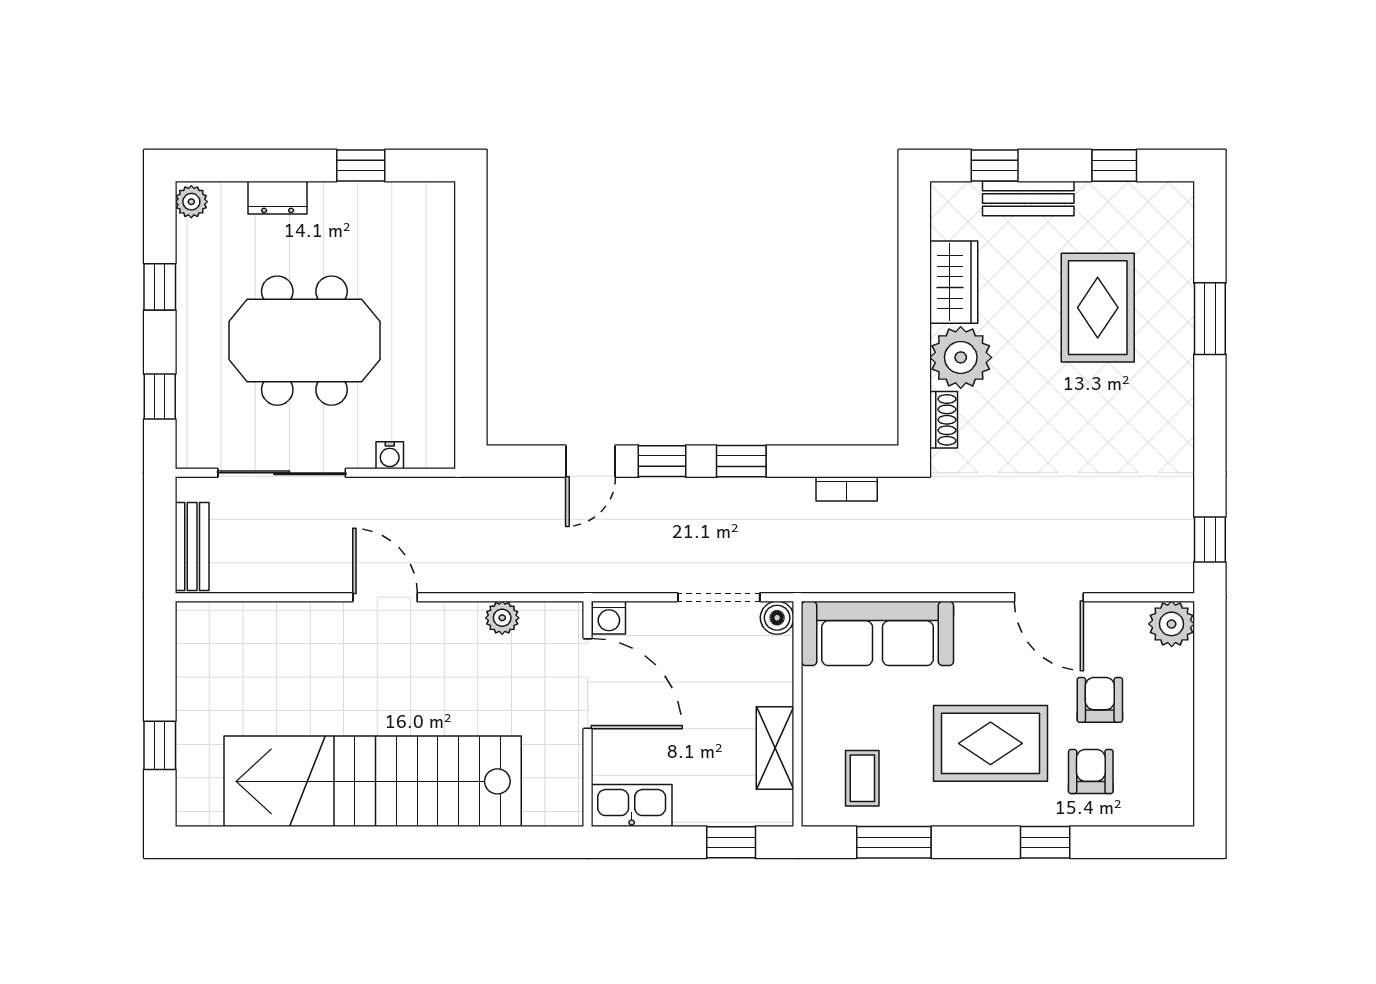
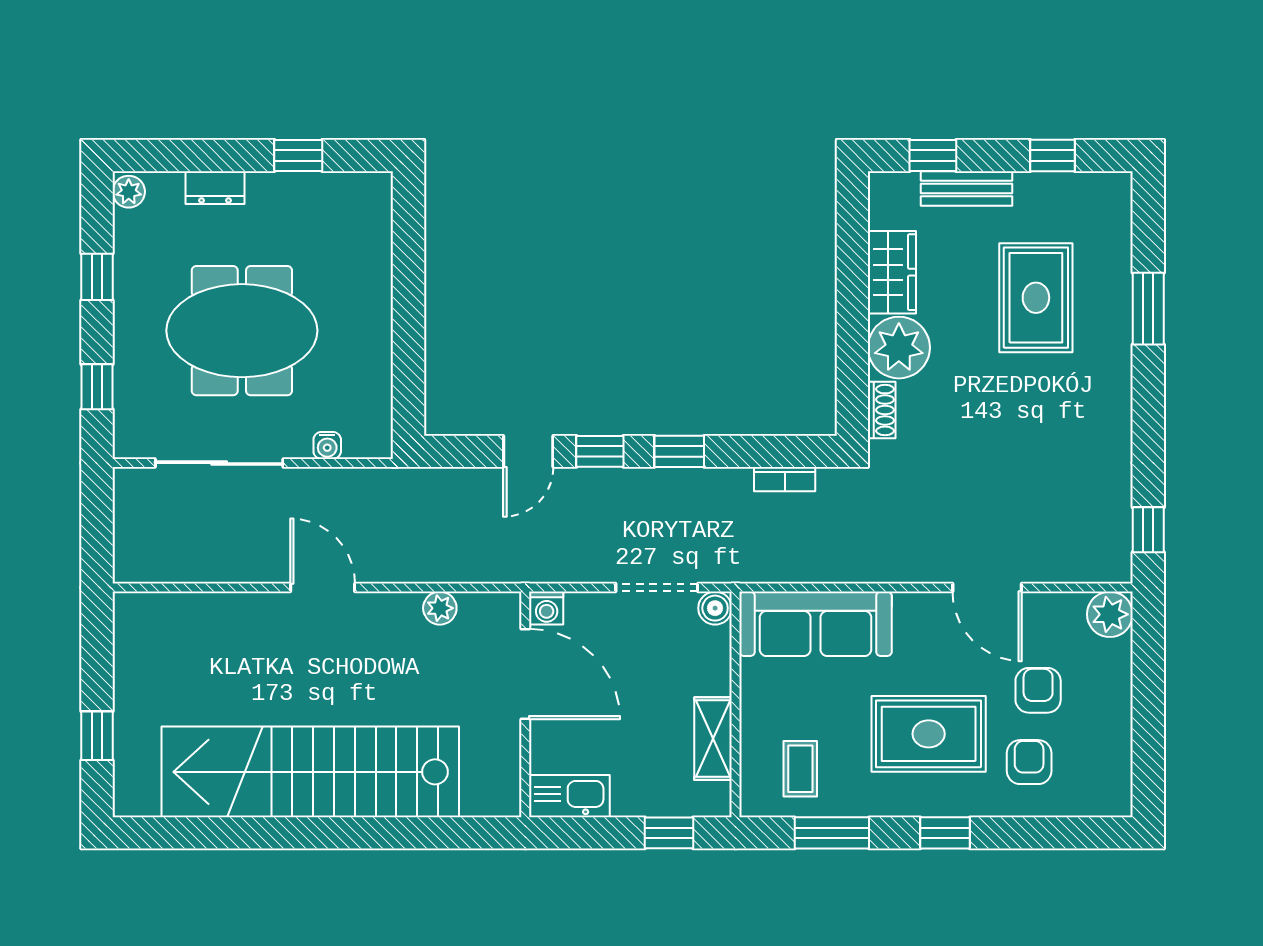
bench: (192, 546) -> (129, 537), removed
window: (1045, 842) -> (945, 833), moved

